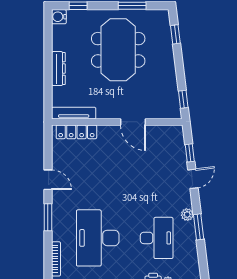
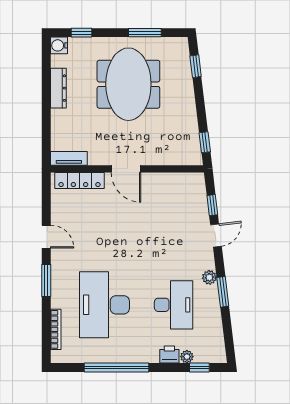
dresser: (58, 69) -> (58, 88), moved
tv unit: (74, 113) -> (69, 158), width x0.71
door: (133, 122) -> (126, 169), moved

